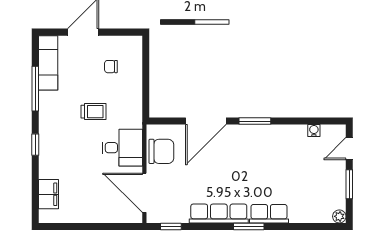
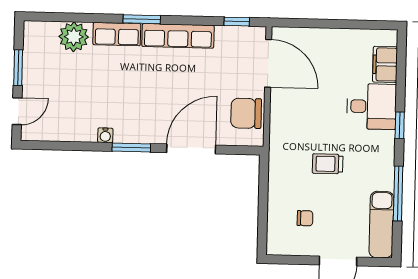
water cooler: (314, 131) -> (105, 135), moved
desk: (122, 148) -> (372, 106), moved, turned 180
plant: (339, 216) -> (74, 37), moved, width x1.87, depth x1.87

